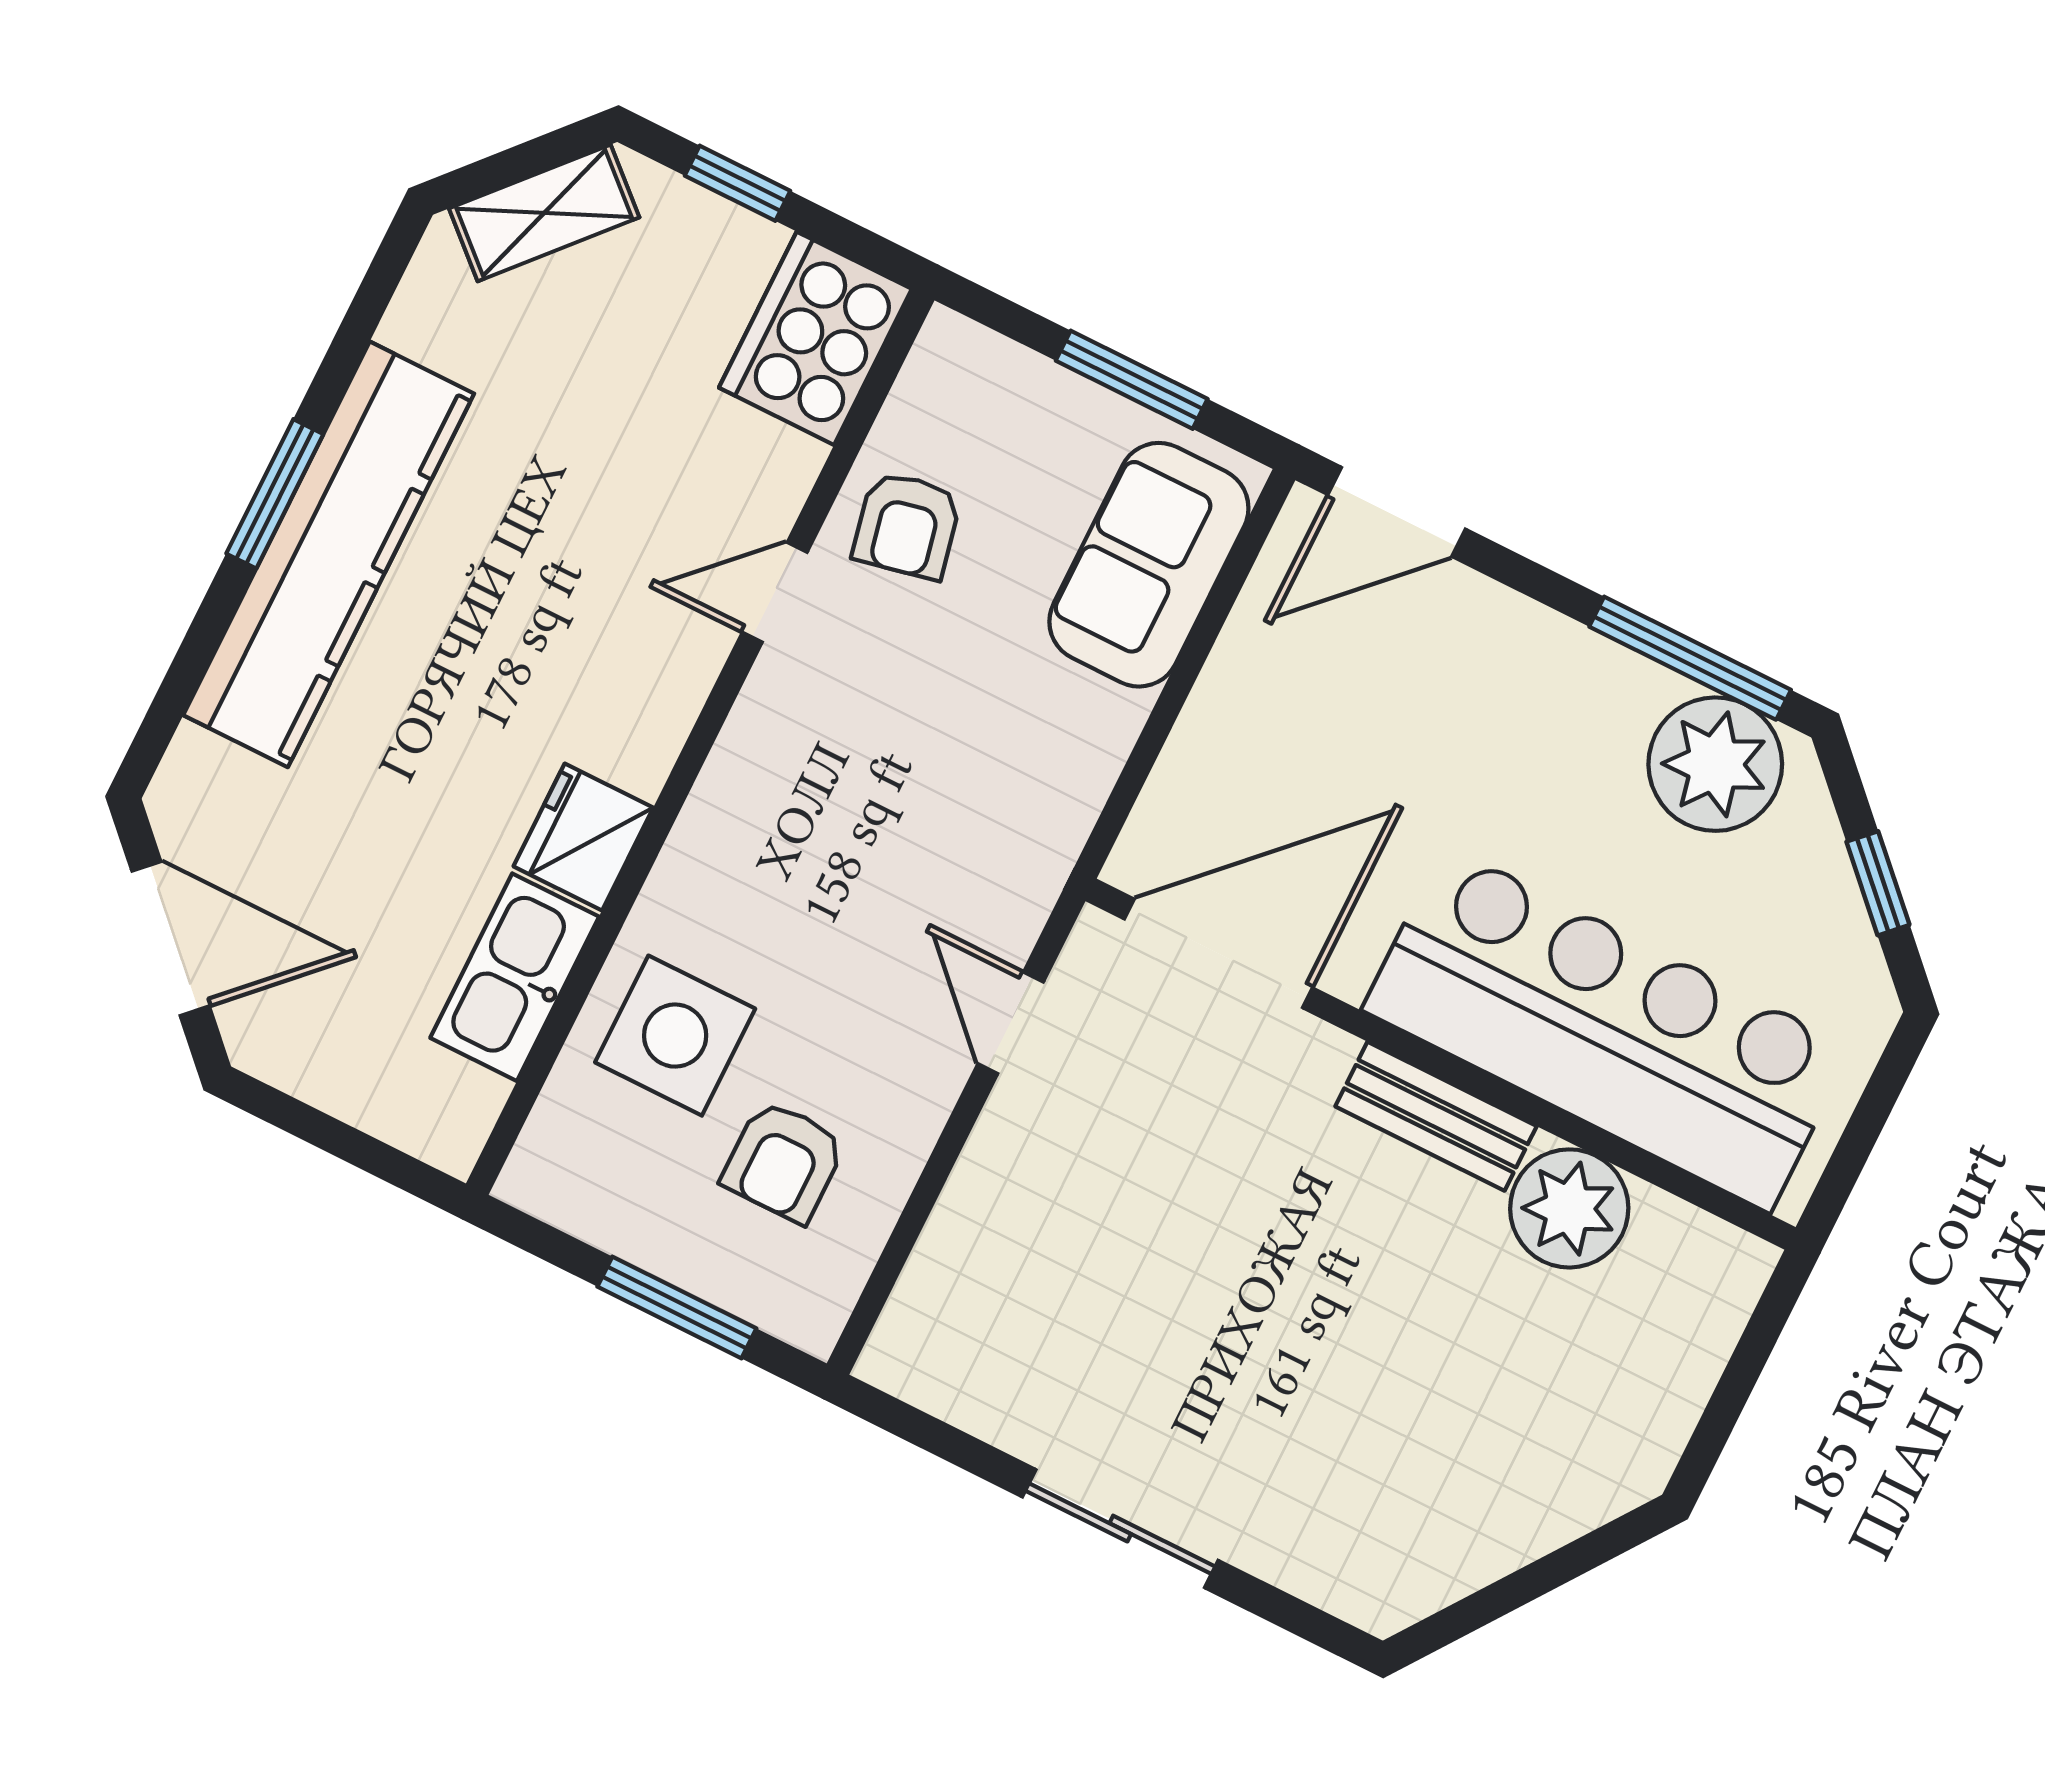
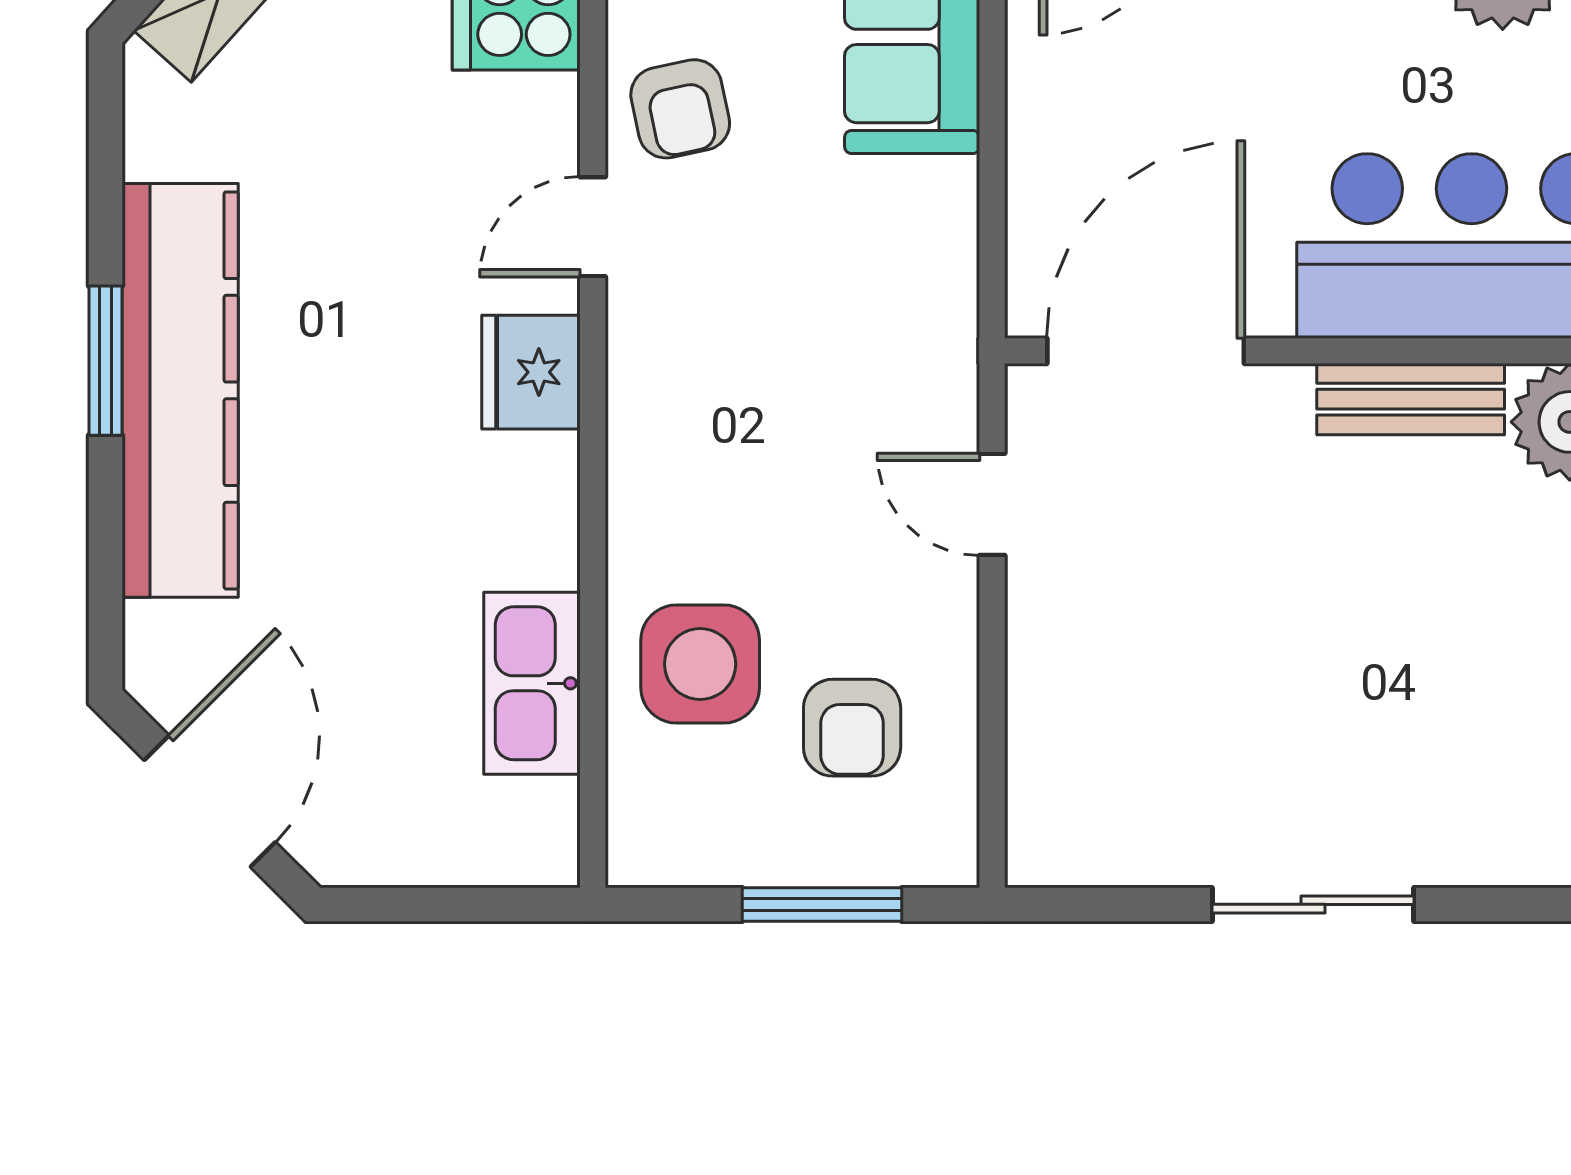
fridge: (583, 837) -> (531, 372), moved
door: (171, 939) -> (210, 801), hinge flipped

